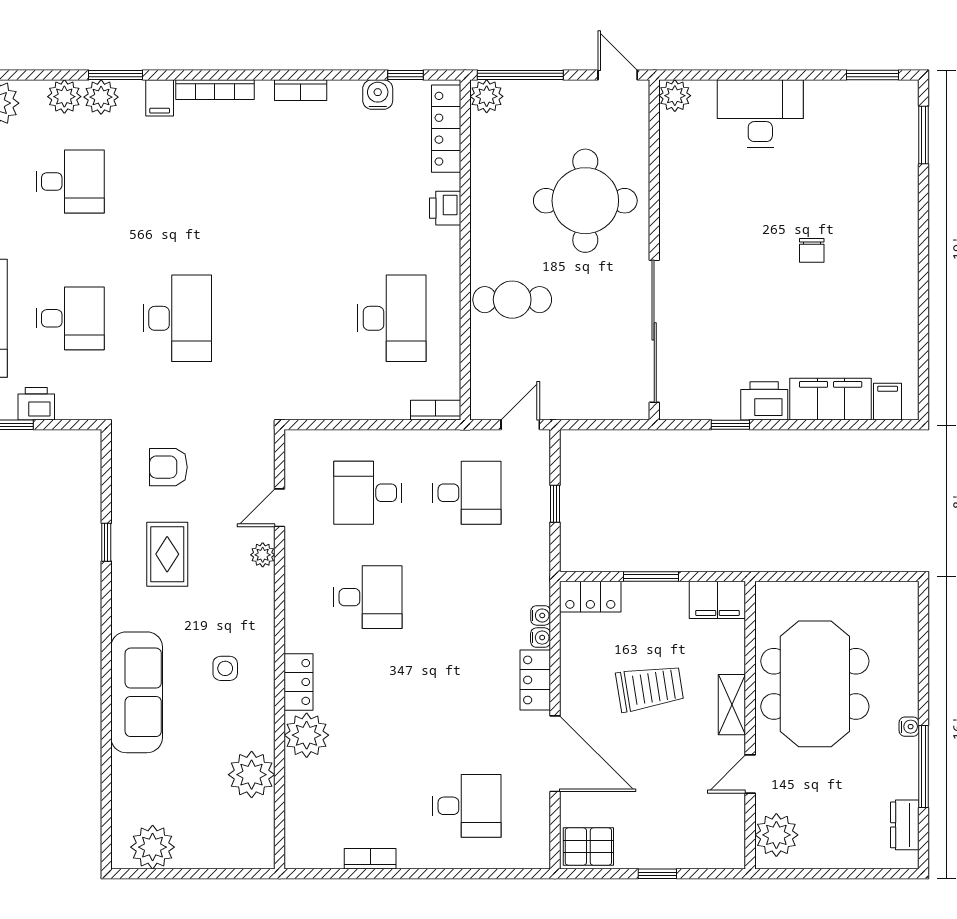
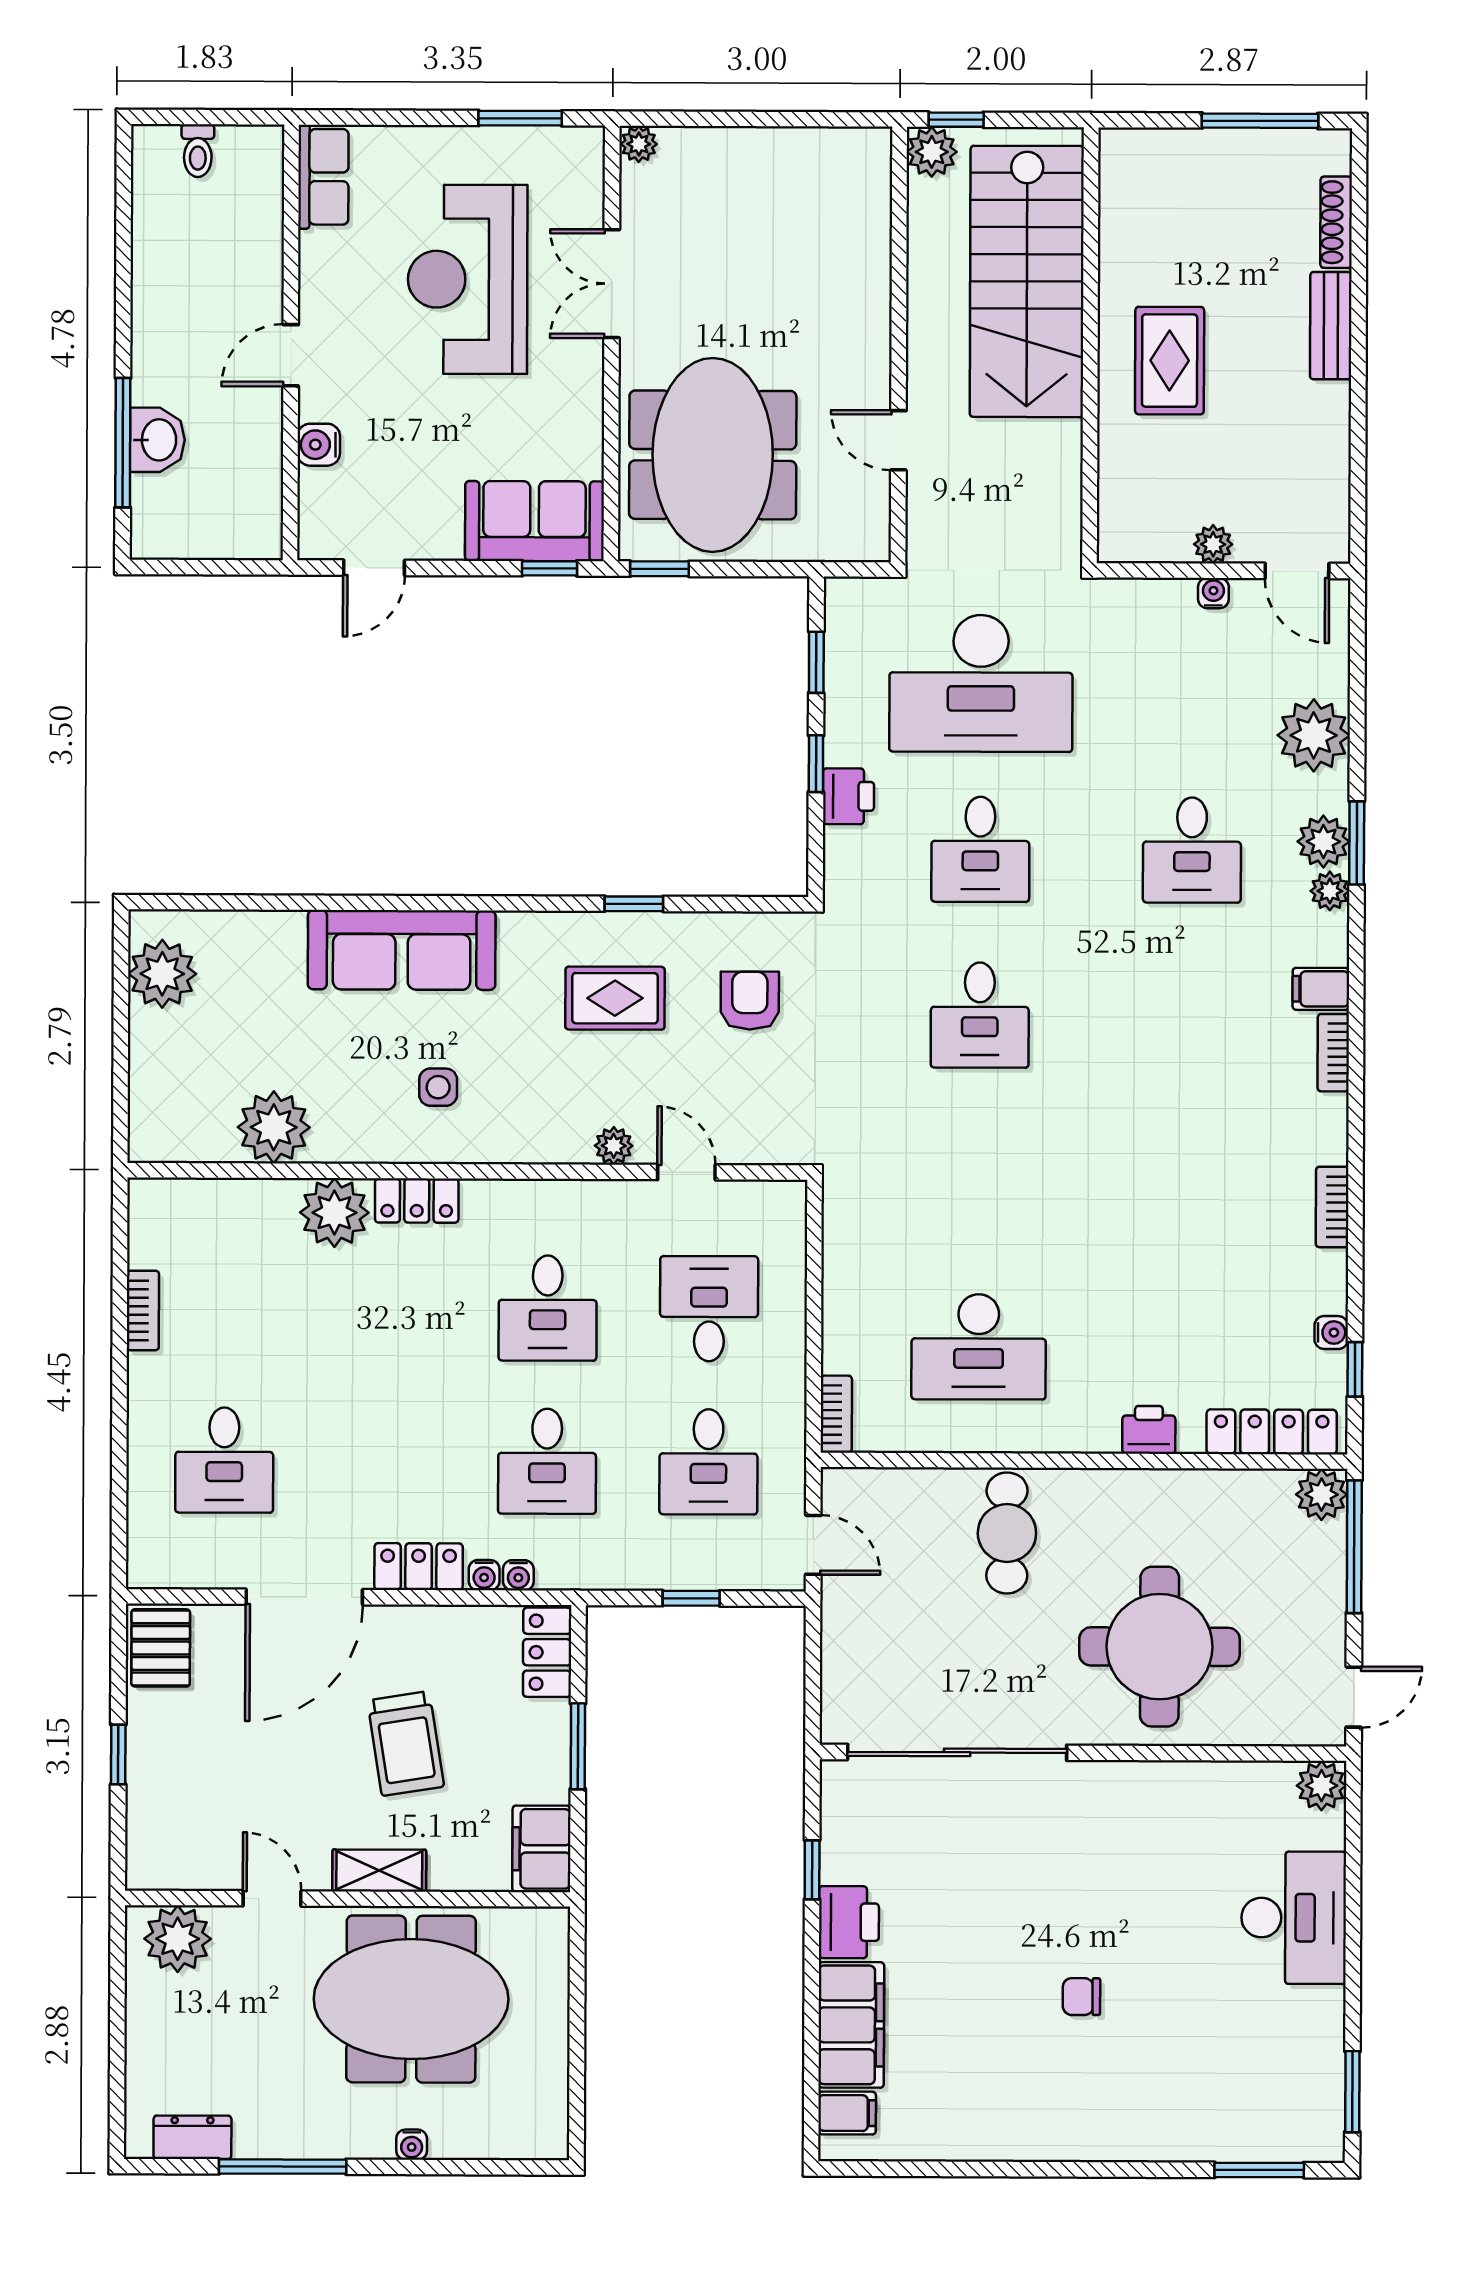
window: (116, 75) -> (1357, 843), moved
bookcase: (215, 90) -> (1333, 1053), width x0.64
water cooler: (378, 95) -> (1331, 1333), width x0.72, depth x0.72
plant: (101, 97) -> (1330, 891), width x0.73, depth x0.73
desk: (177, 318) -> (980, 1015), width x0.73
desk: (467, 597) -> (547, 1461), added
water cooler: (909, 727) -> (412, 2145), moved

